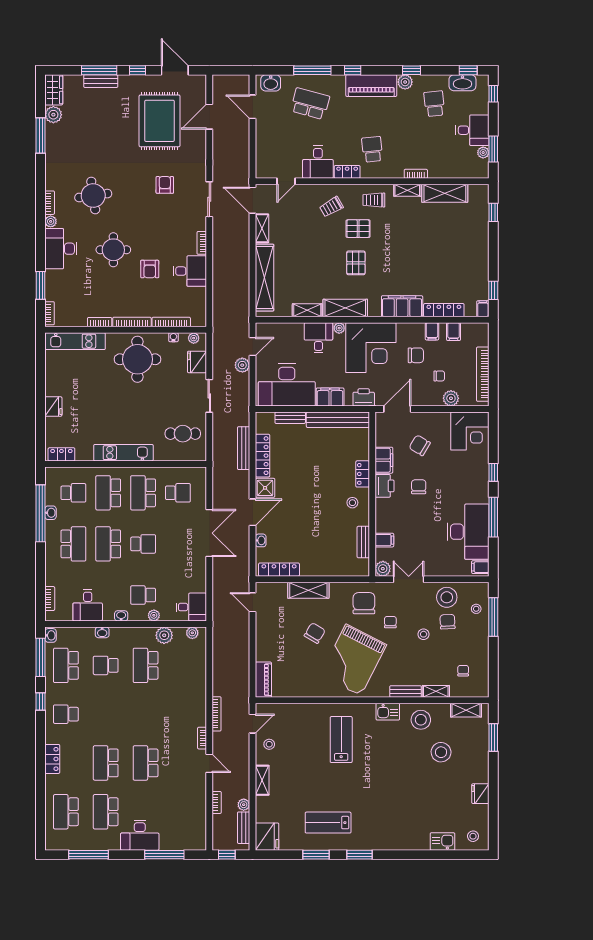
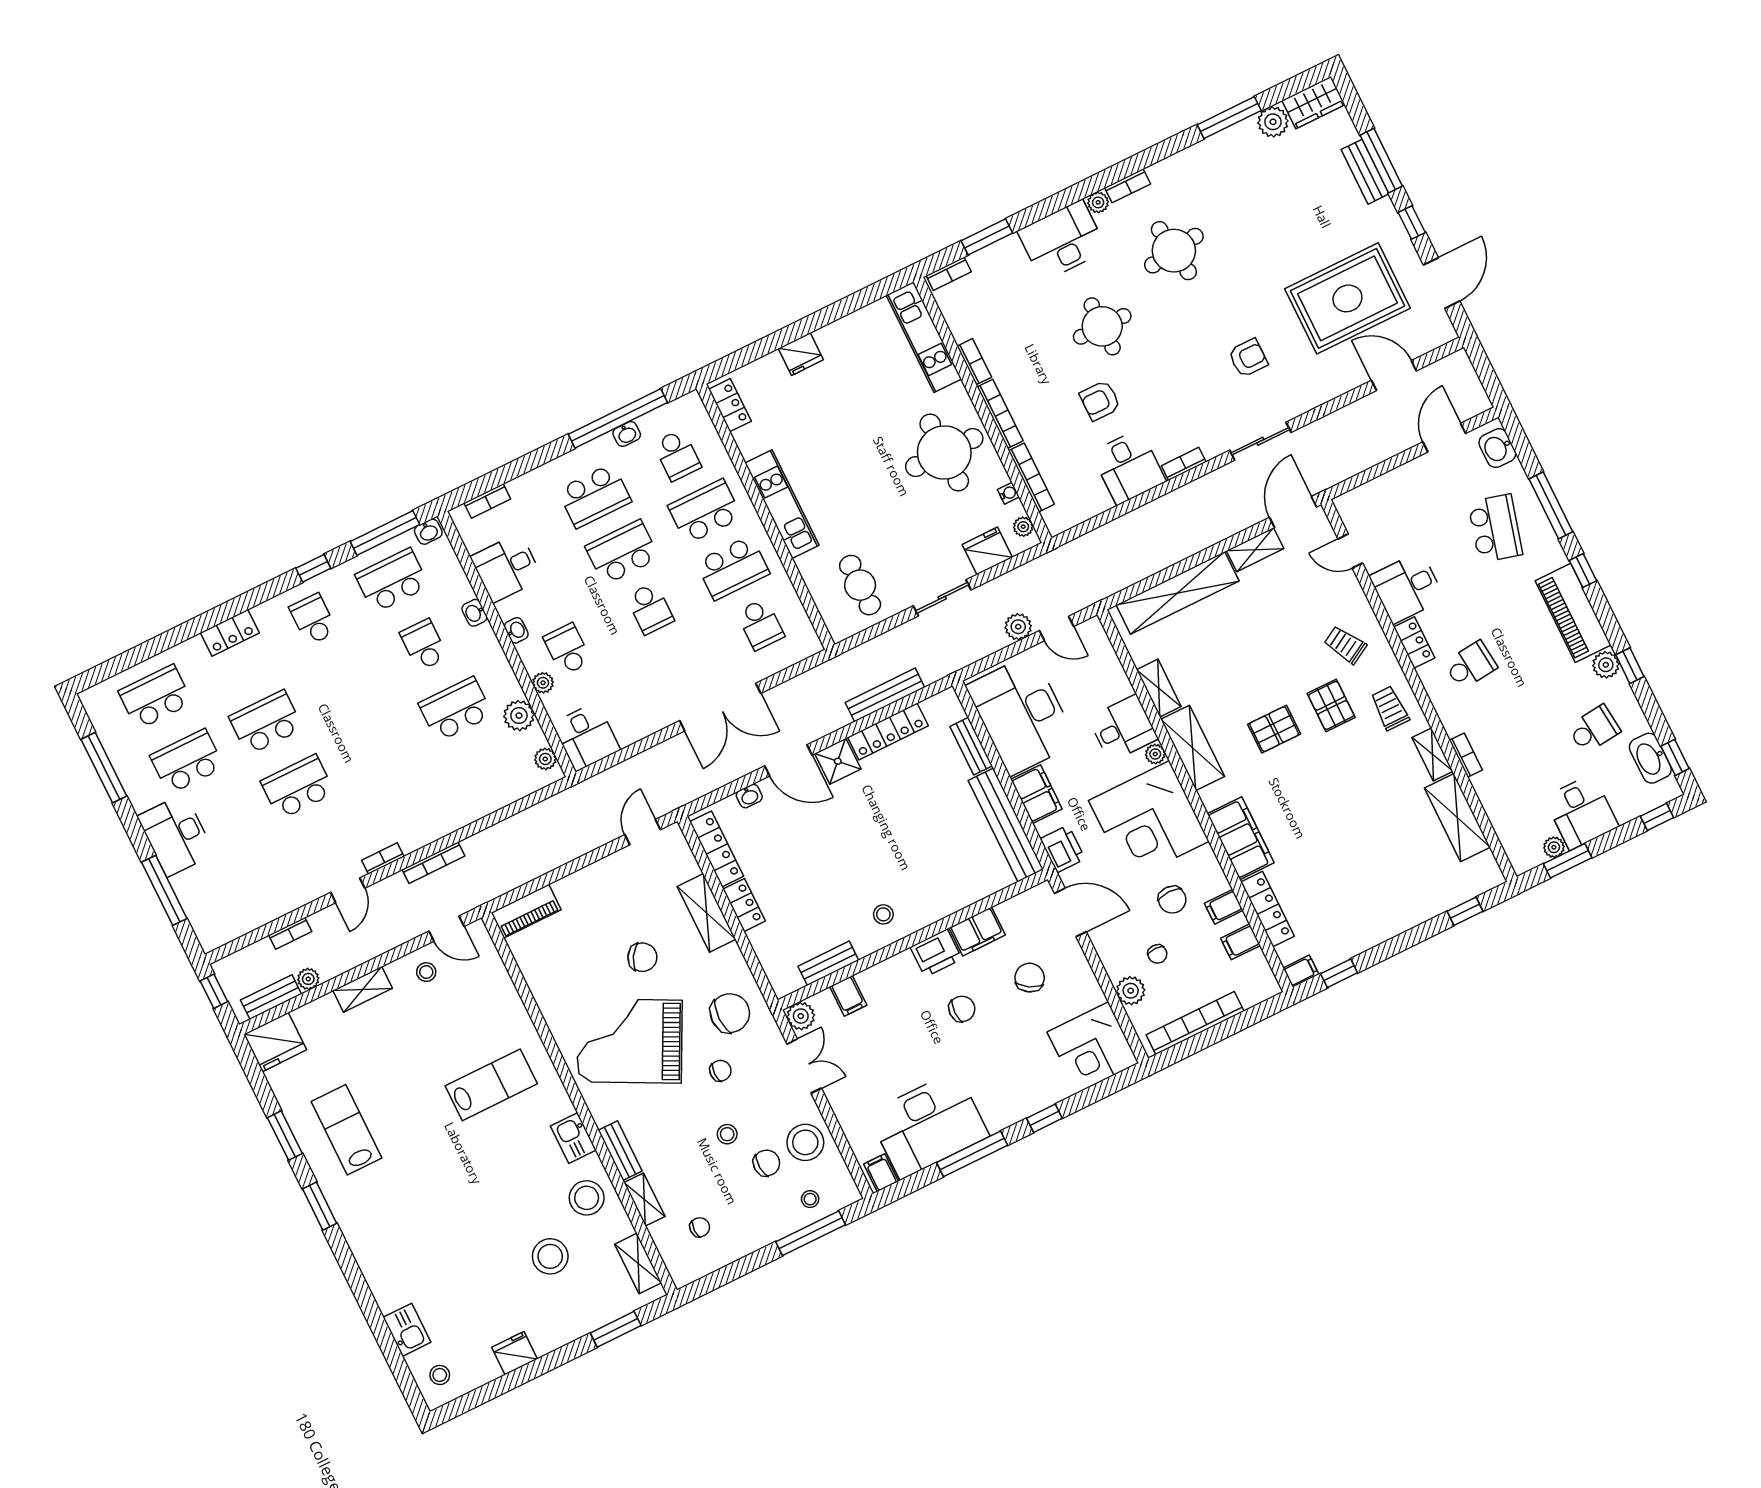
locker: (363, 474) -> (744, 905), moved, turned 90
school desk: (143, 493) -> (733, 568), turned 180

